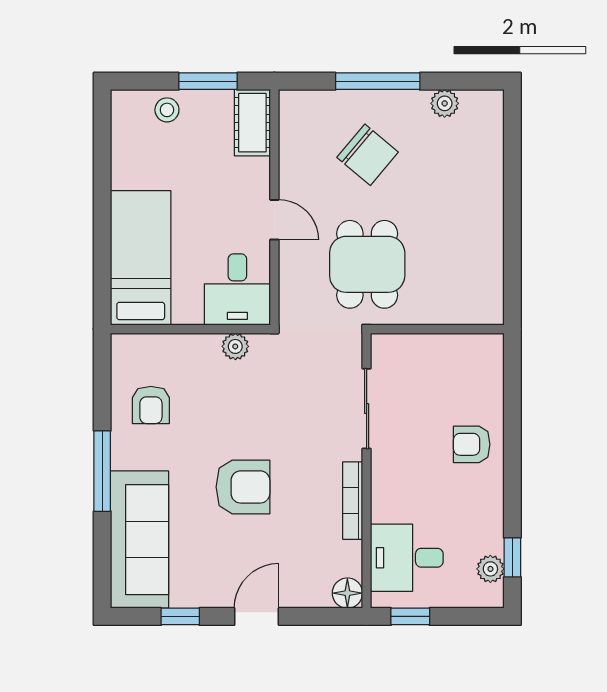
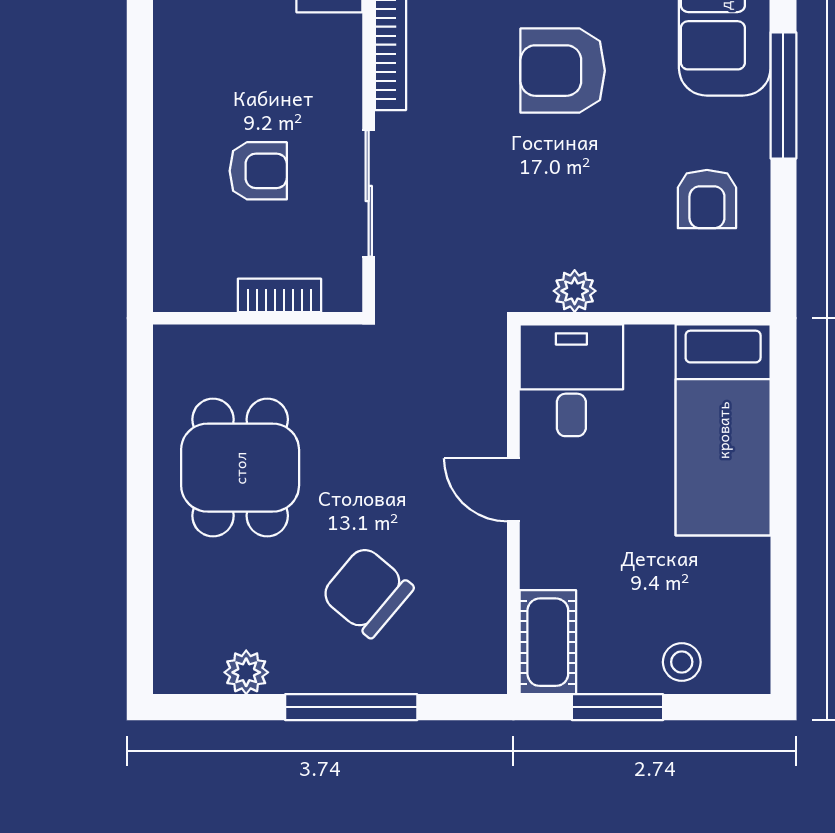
dining table: (367, 264) -> (240, 468), moved
bookcase: (423, 344) -> (279, 295), added
armchair: (151, 405) -> (707, 199), turned 180
armchair: (472, 444) -> (258, 171), moved

